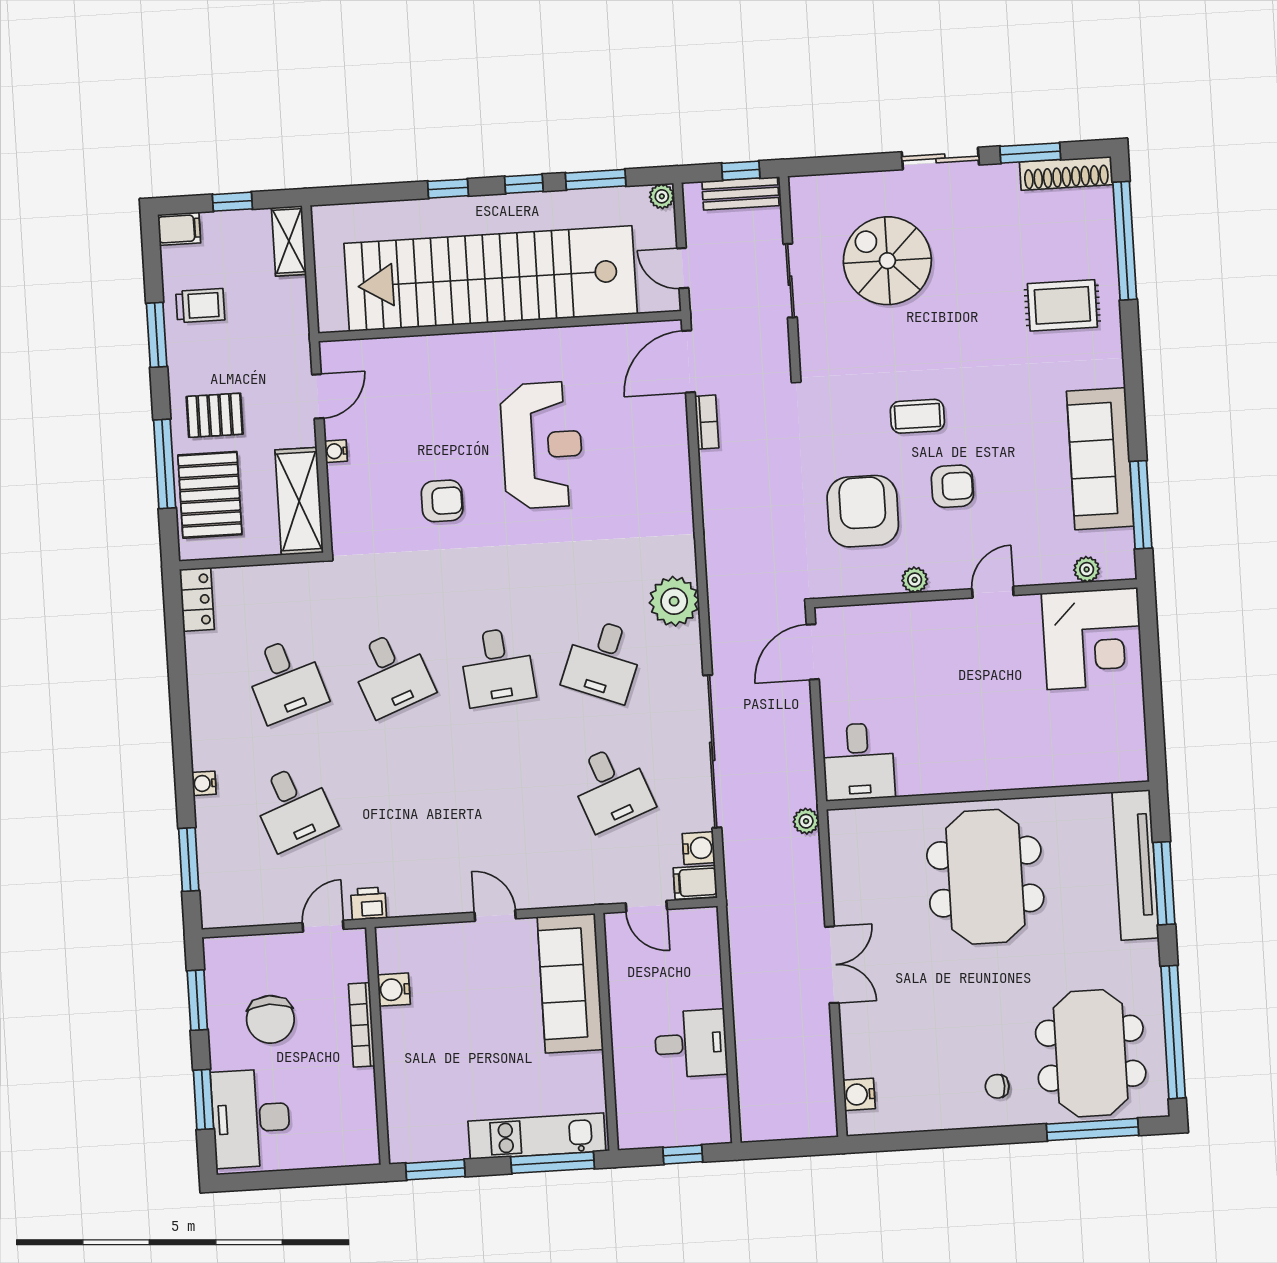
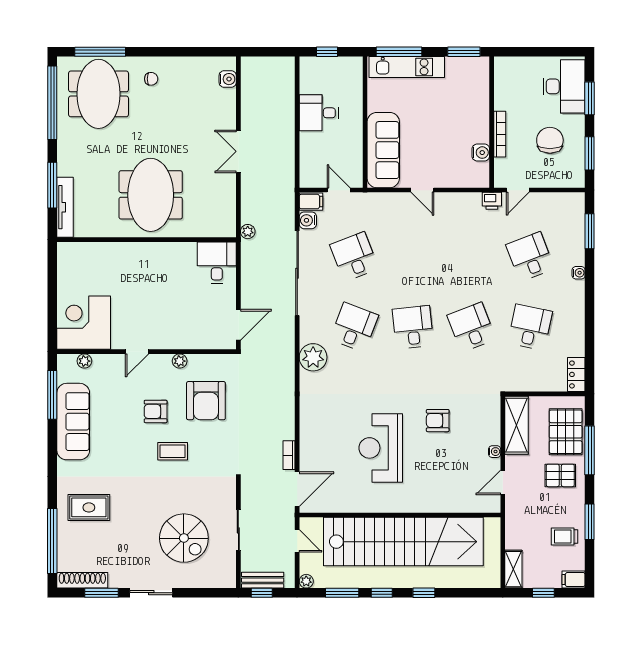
desk: (286, 680) -> (530, 327), turned 30
tv unit: (1136, 865) -> (65, 207), width x0.73, depth x0.78

